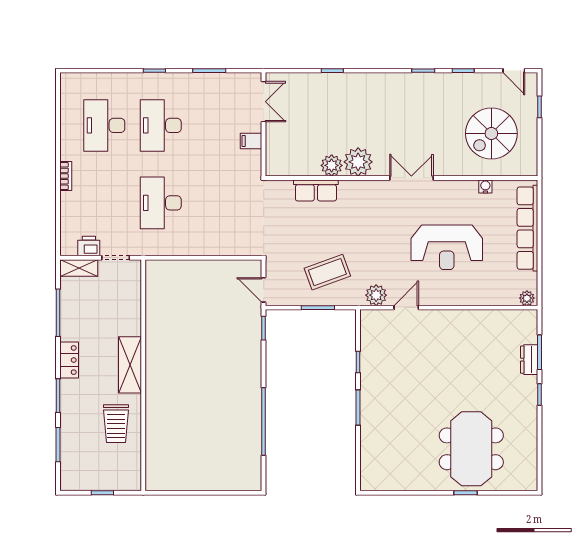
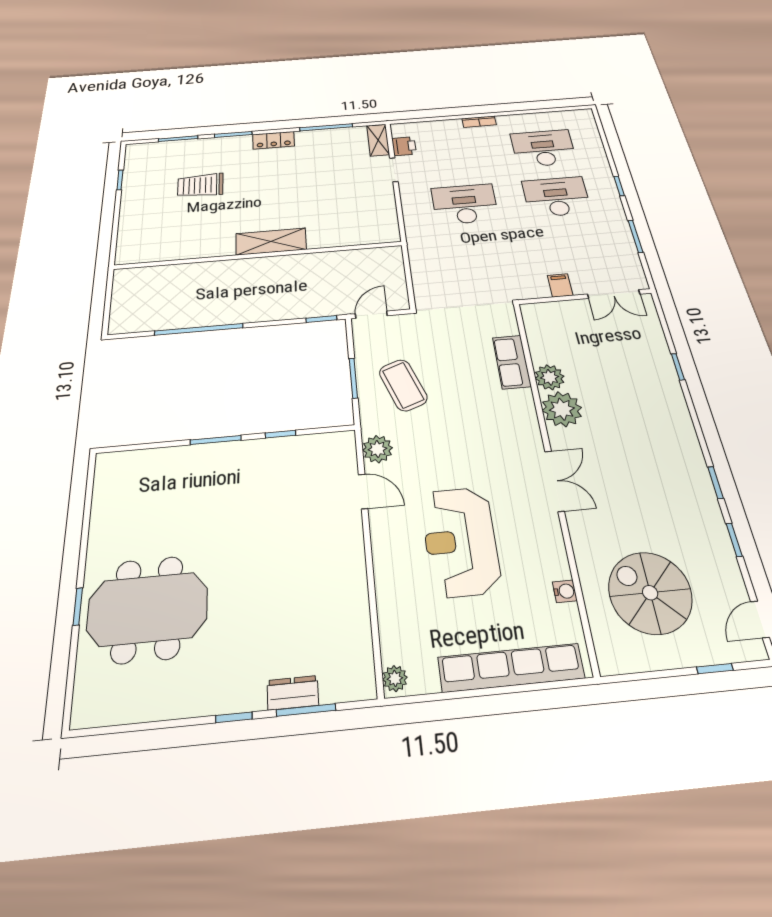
shelving: (130, 365) -> (271, 242), moved
wall: (143, 375) -> (258, 255), moved

